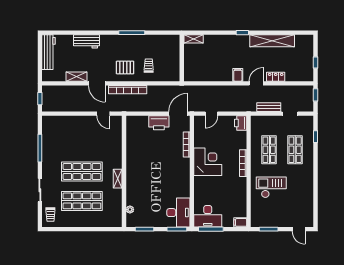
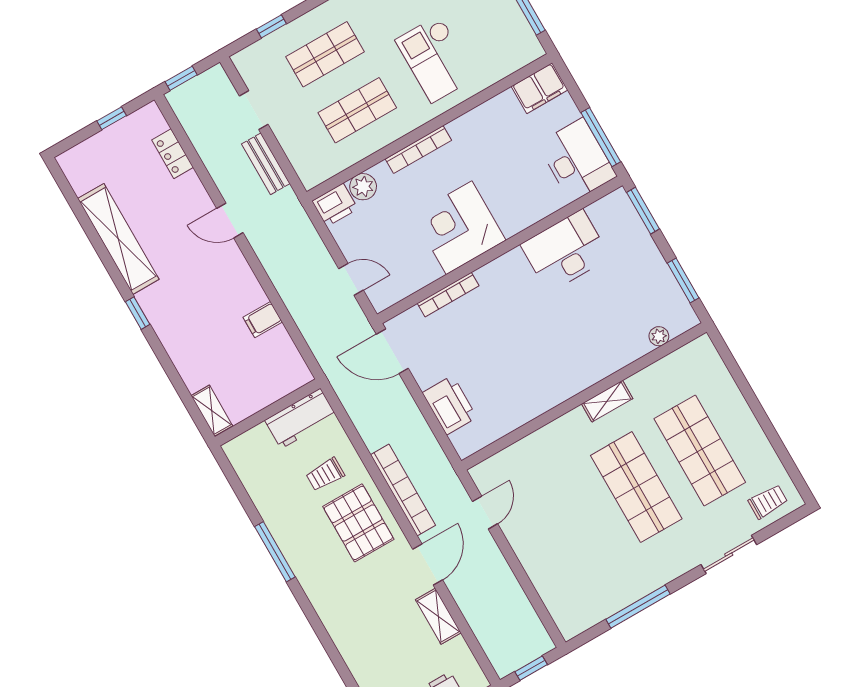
workbench: (86, 41) -> (301, 418), moved, turned 90
pallet: (125, 67) -> (358, 523), width x1.50, depth x1.42
filing cabinet: (238, 75) -> (263, 320), moved
locker: (276, 77) -> (173, 154), moved
printer: (159, 123) -> (450, 405), moved
plant: (241, 136) -> (363, 187), added
desk: (178, 213) -> (565, 251), moved
filing cabinet: (240, 222) -> (539, 88), width x2.00

